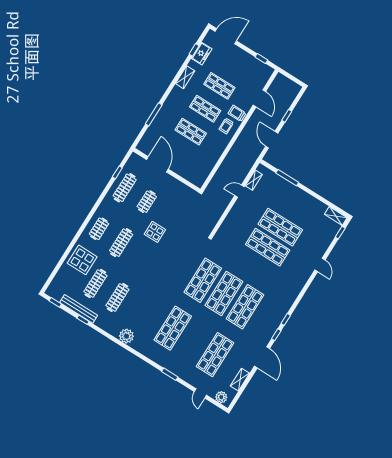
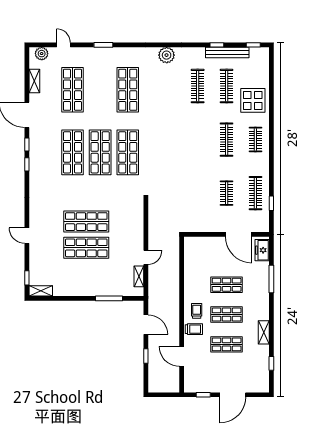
door: (226, 36) -> (233, 395), moved
freezer: (202, 54) -> (262, 250), moved
display table: (155, 232) -> (201, 170), removed

